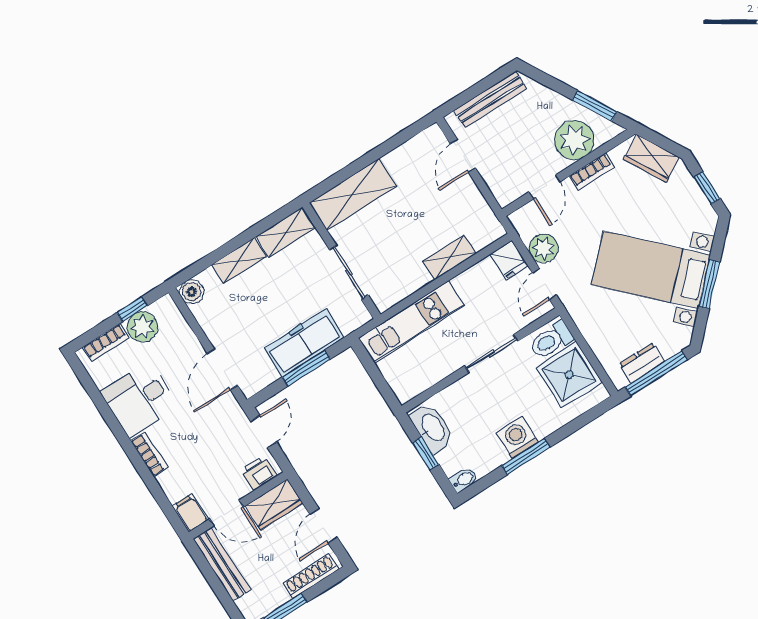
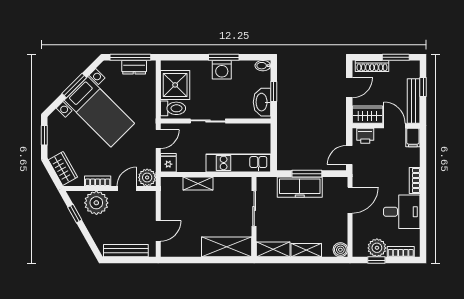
window: (595, 106) -> (75, 214), width x0.67
plant: (543, 248) -> (147, 177), moved
window: (221, 592) -> (423, 87), added

